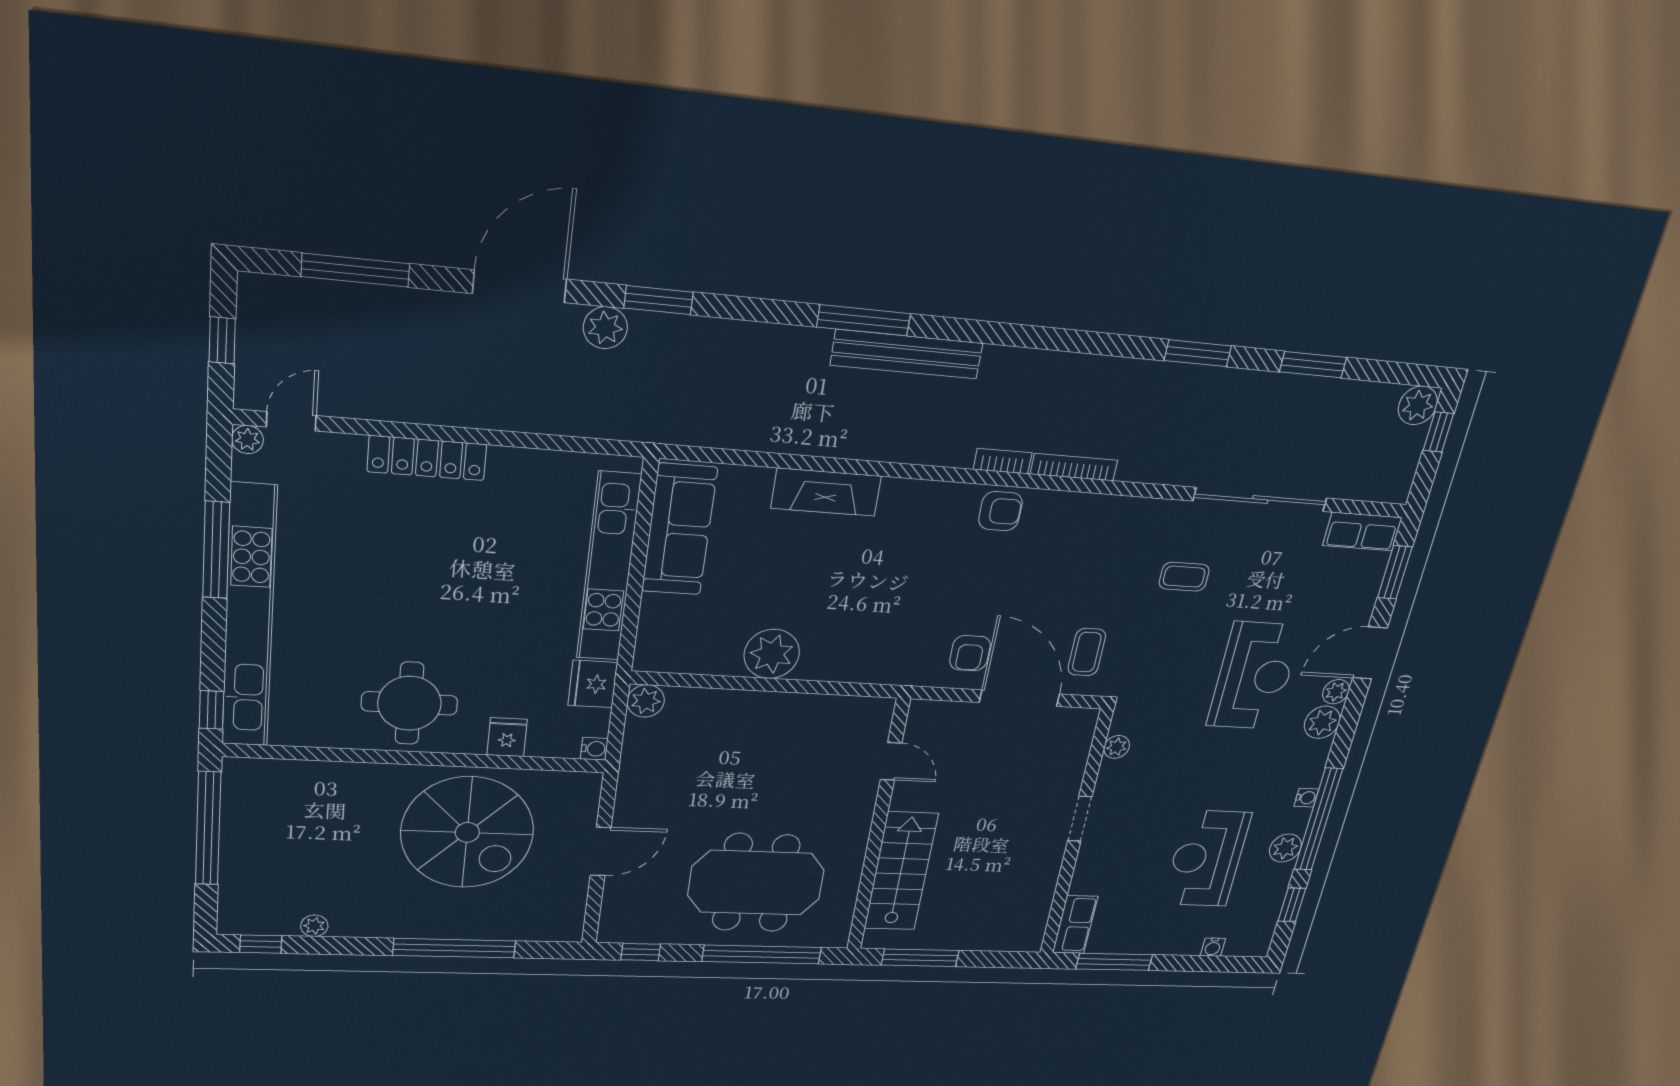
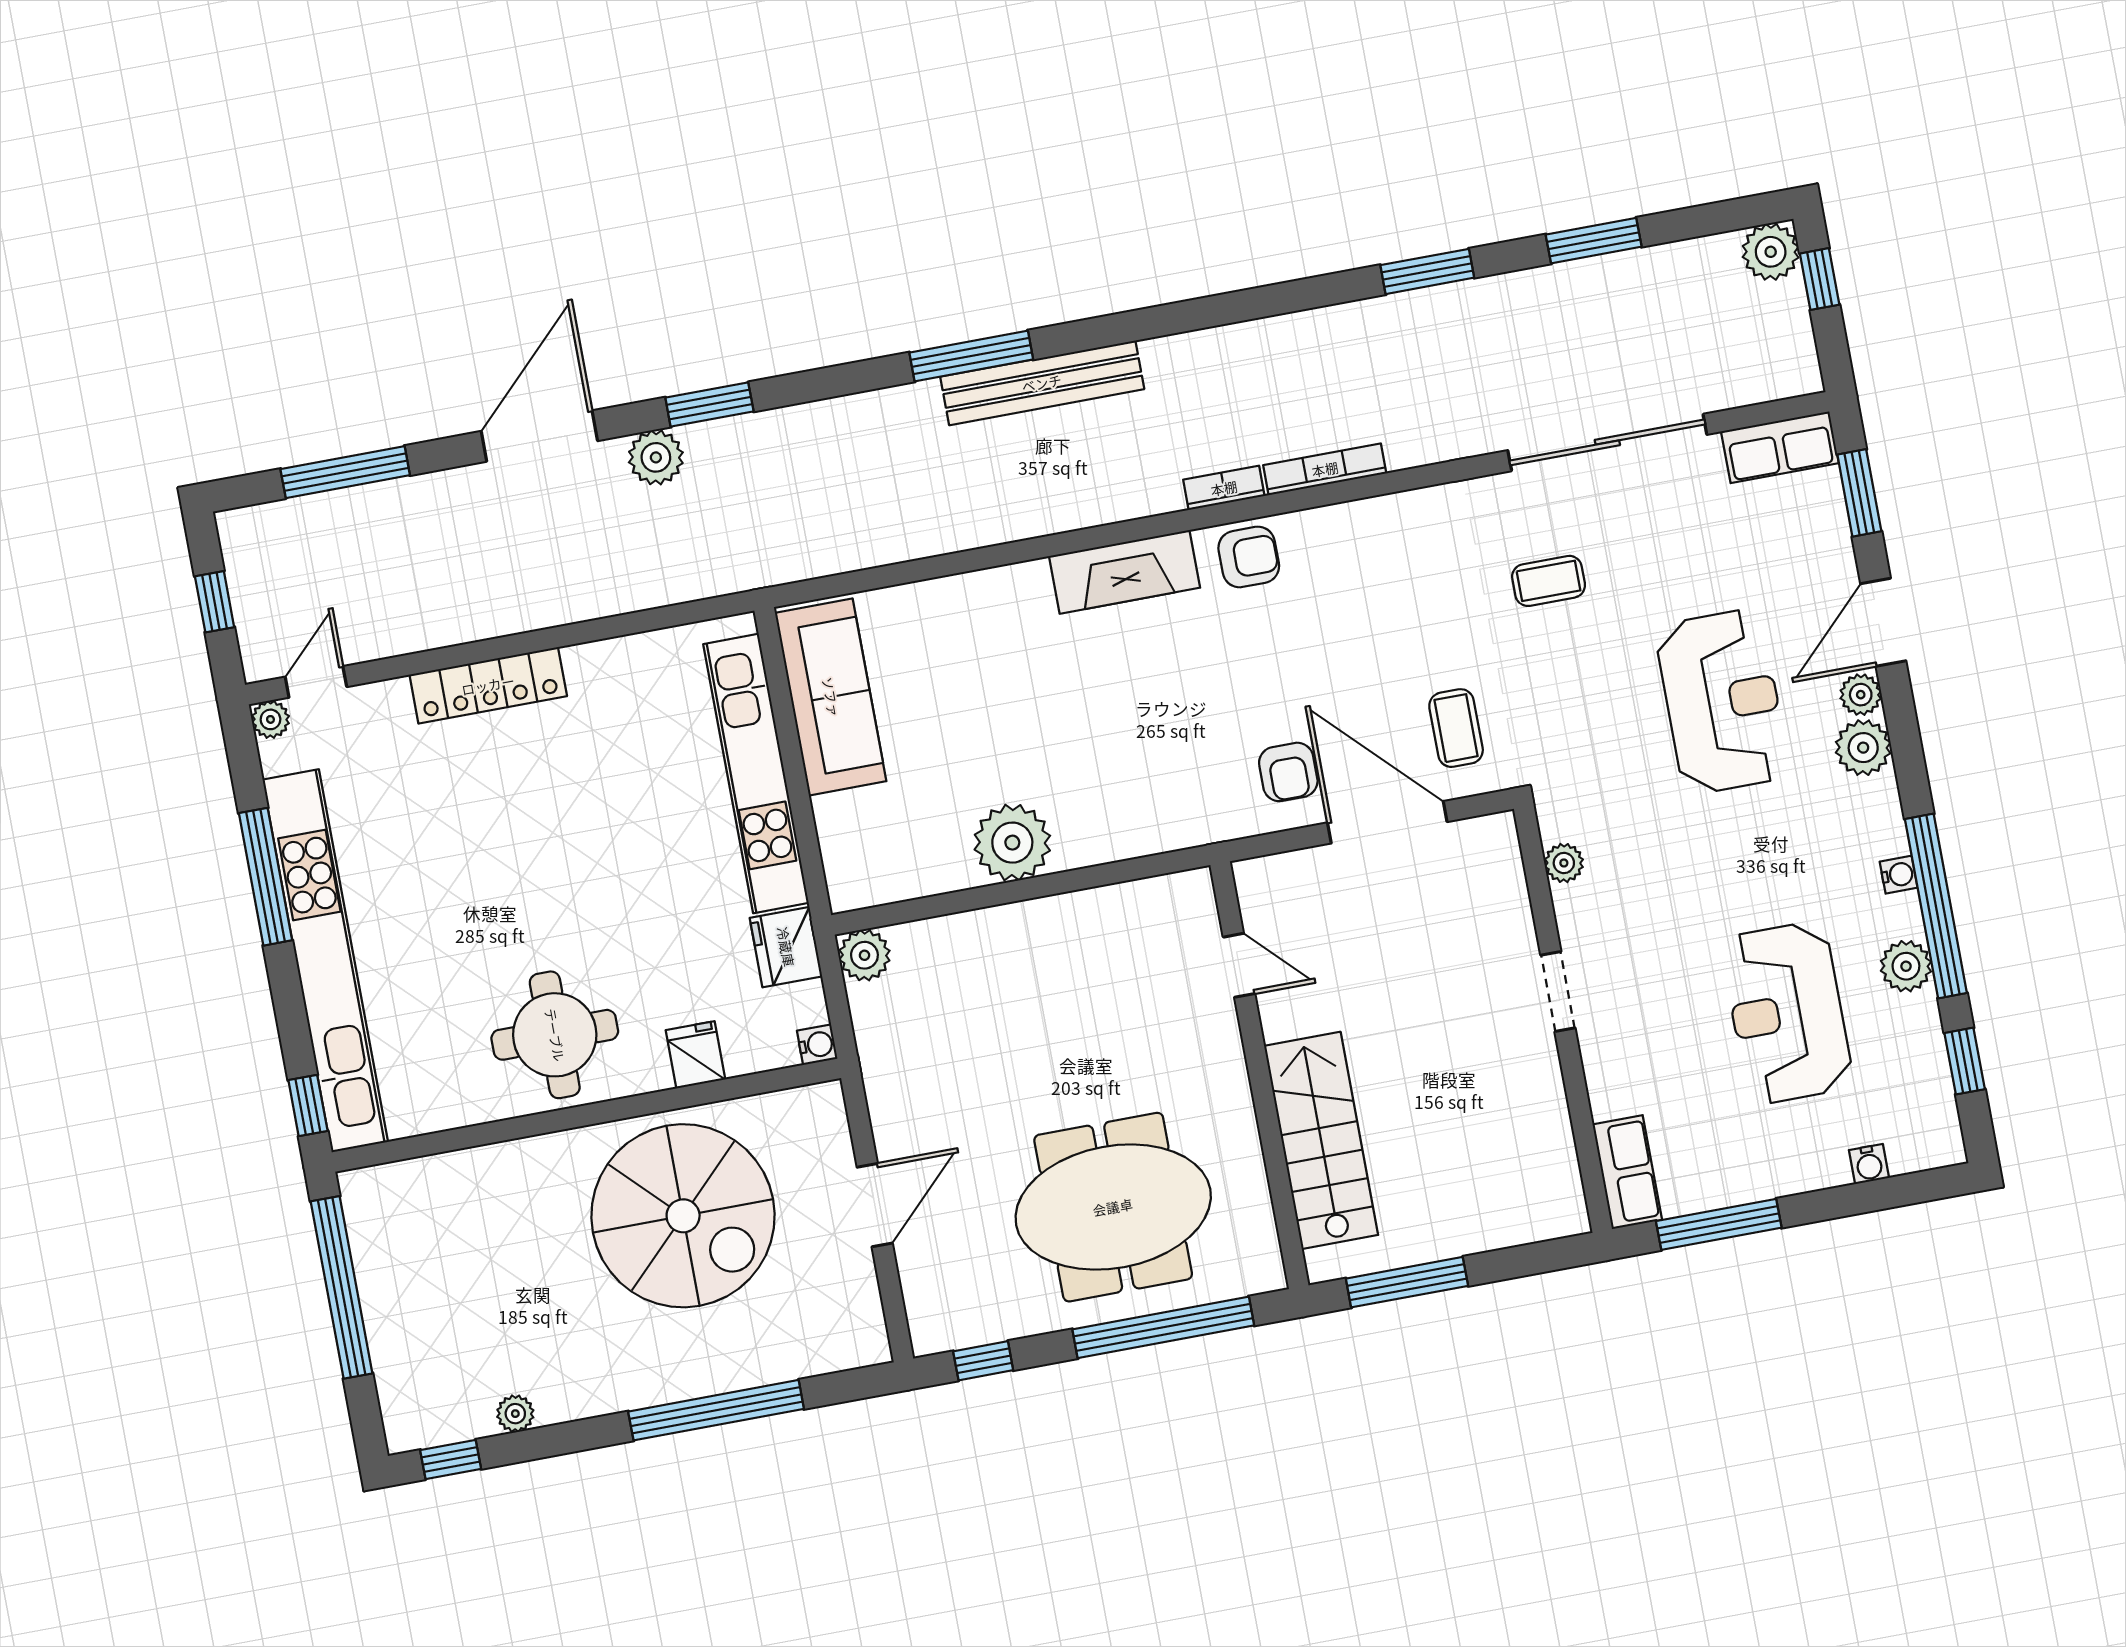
fireplace: (826, 492) -> (1125, 572), moved

